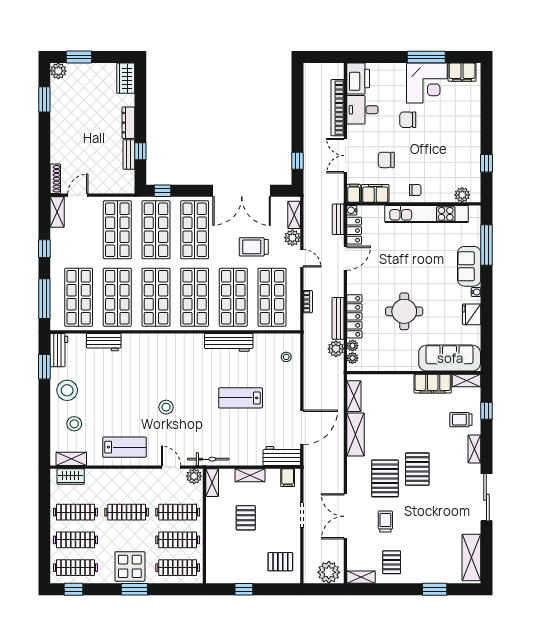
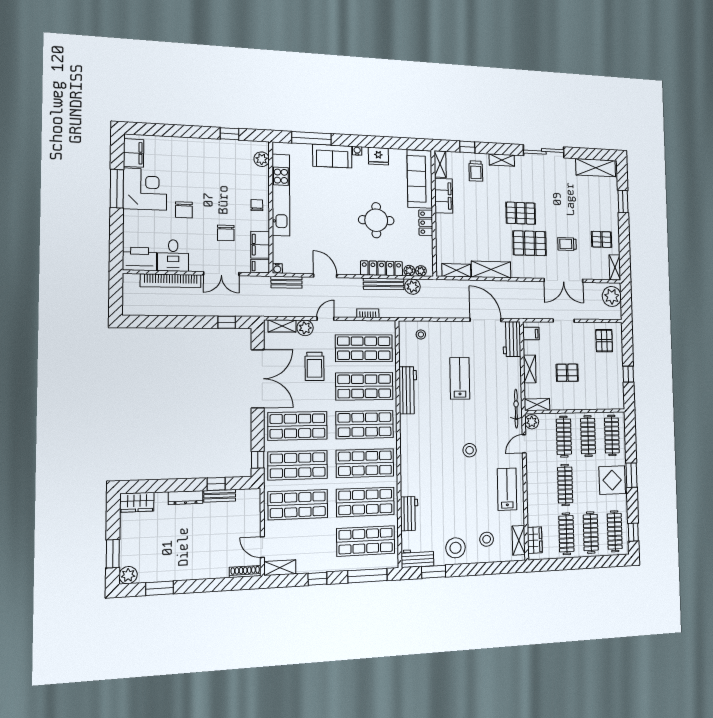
locker: (354, 231) -> (426, 223), moved, turned -90
lab bench: (241, 398) -> (460, 378), turned 180

